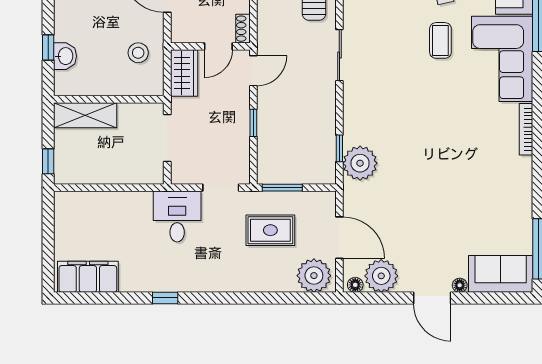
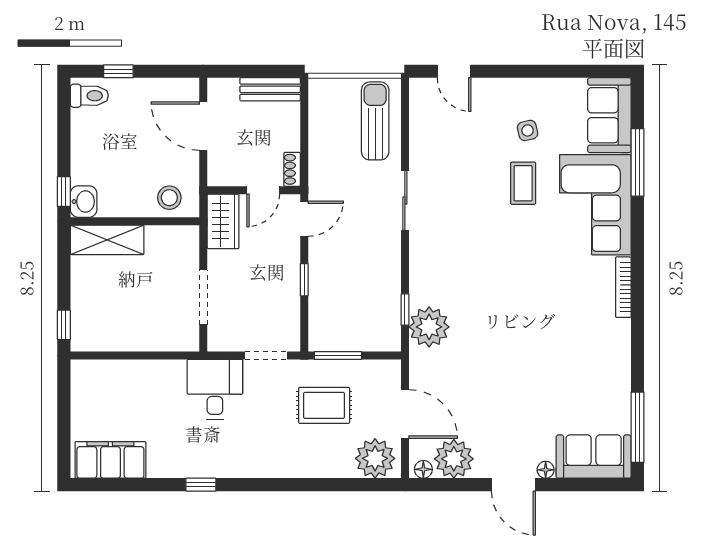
wall: (109, 99) -> (135, 221), moved
shelving: (85, 115) -> (107, 240), moved

